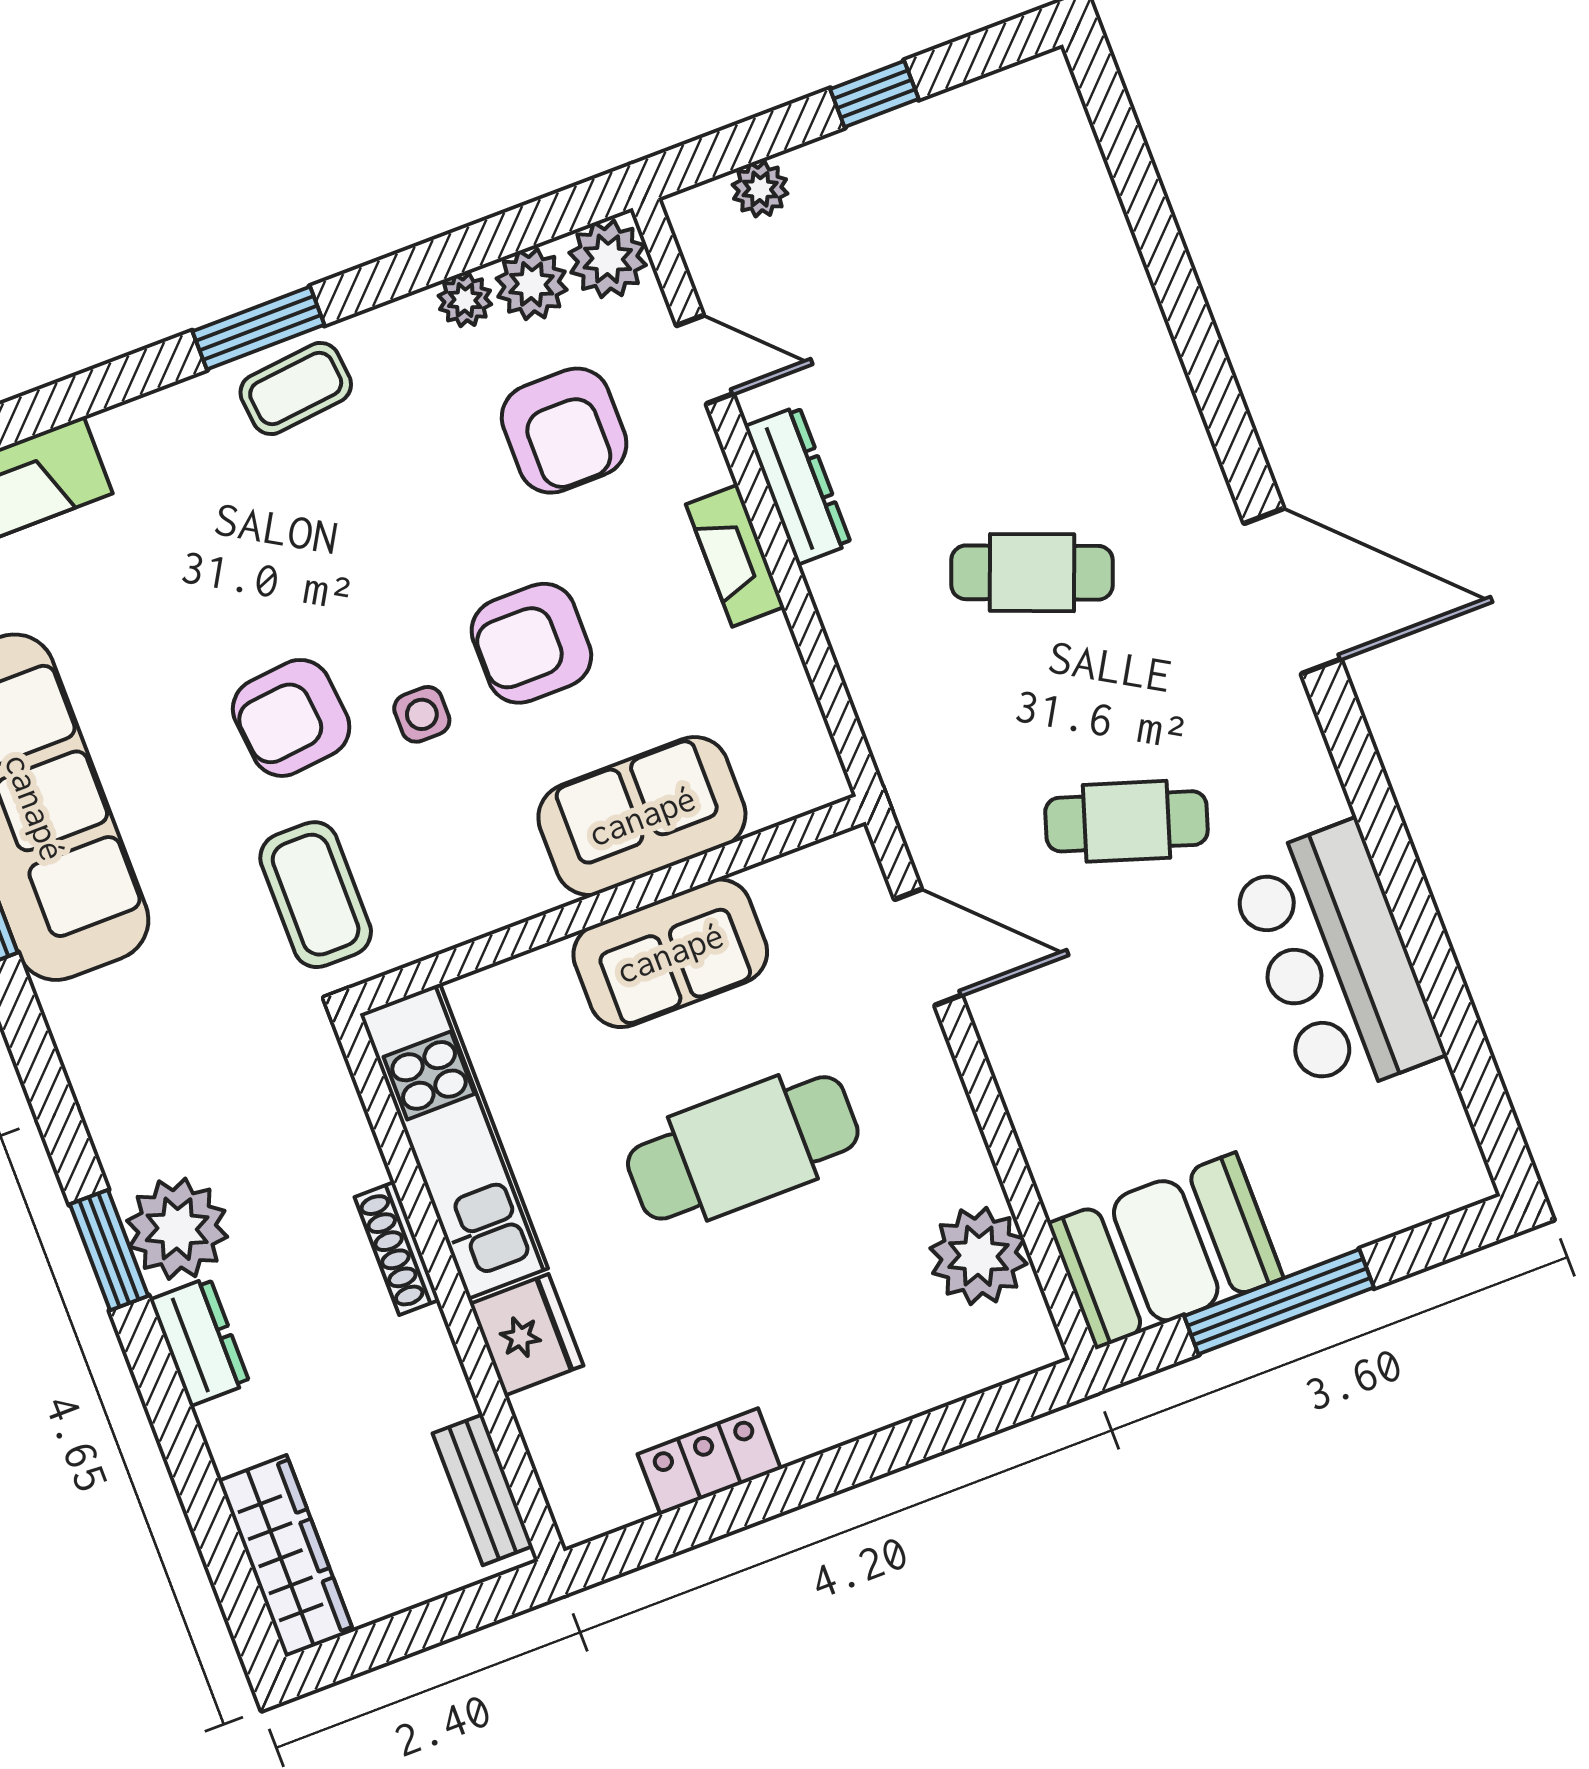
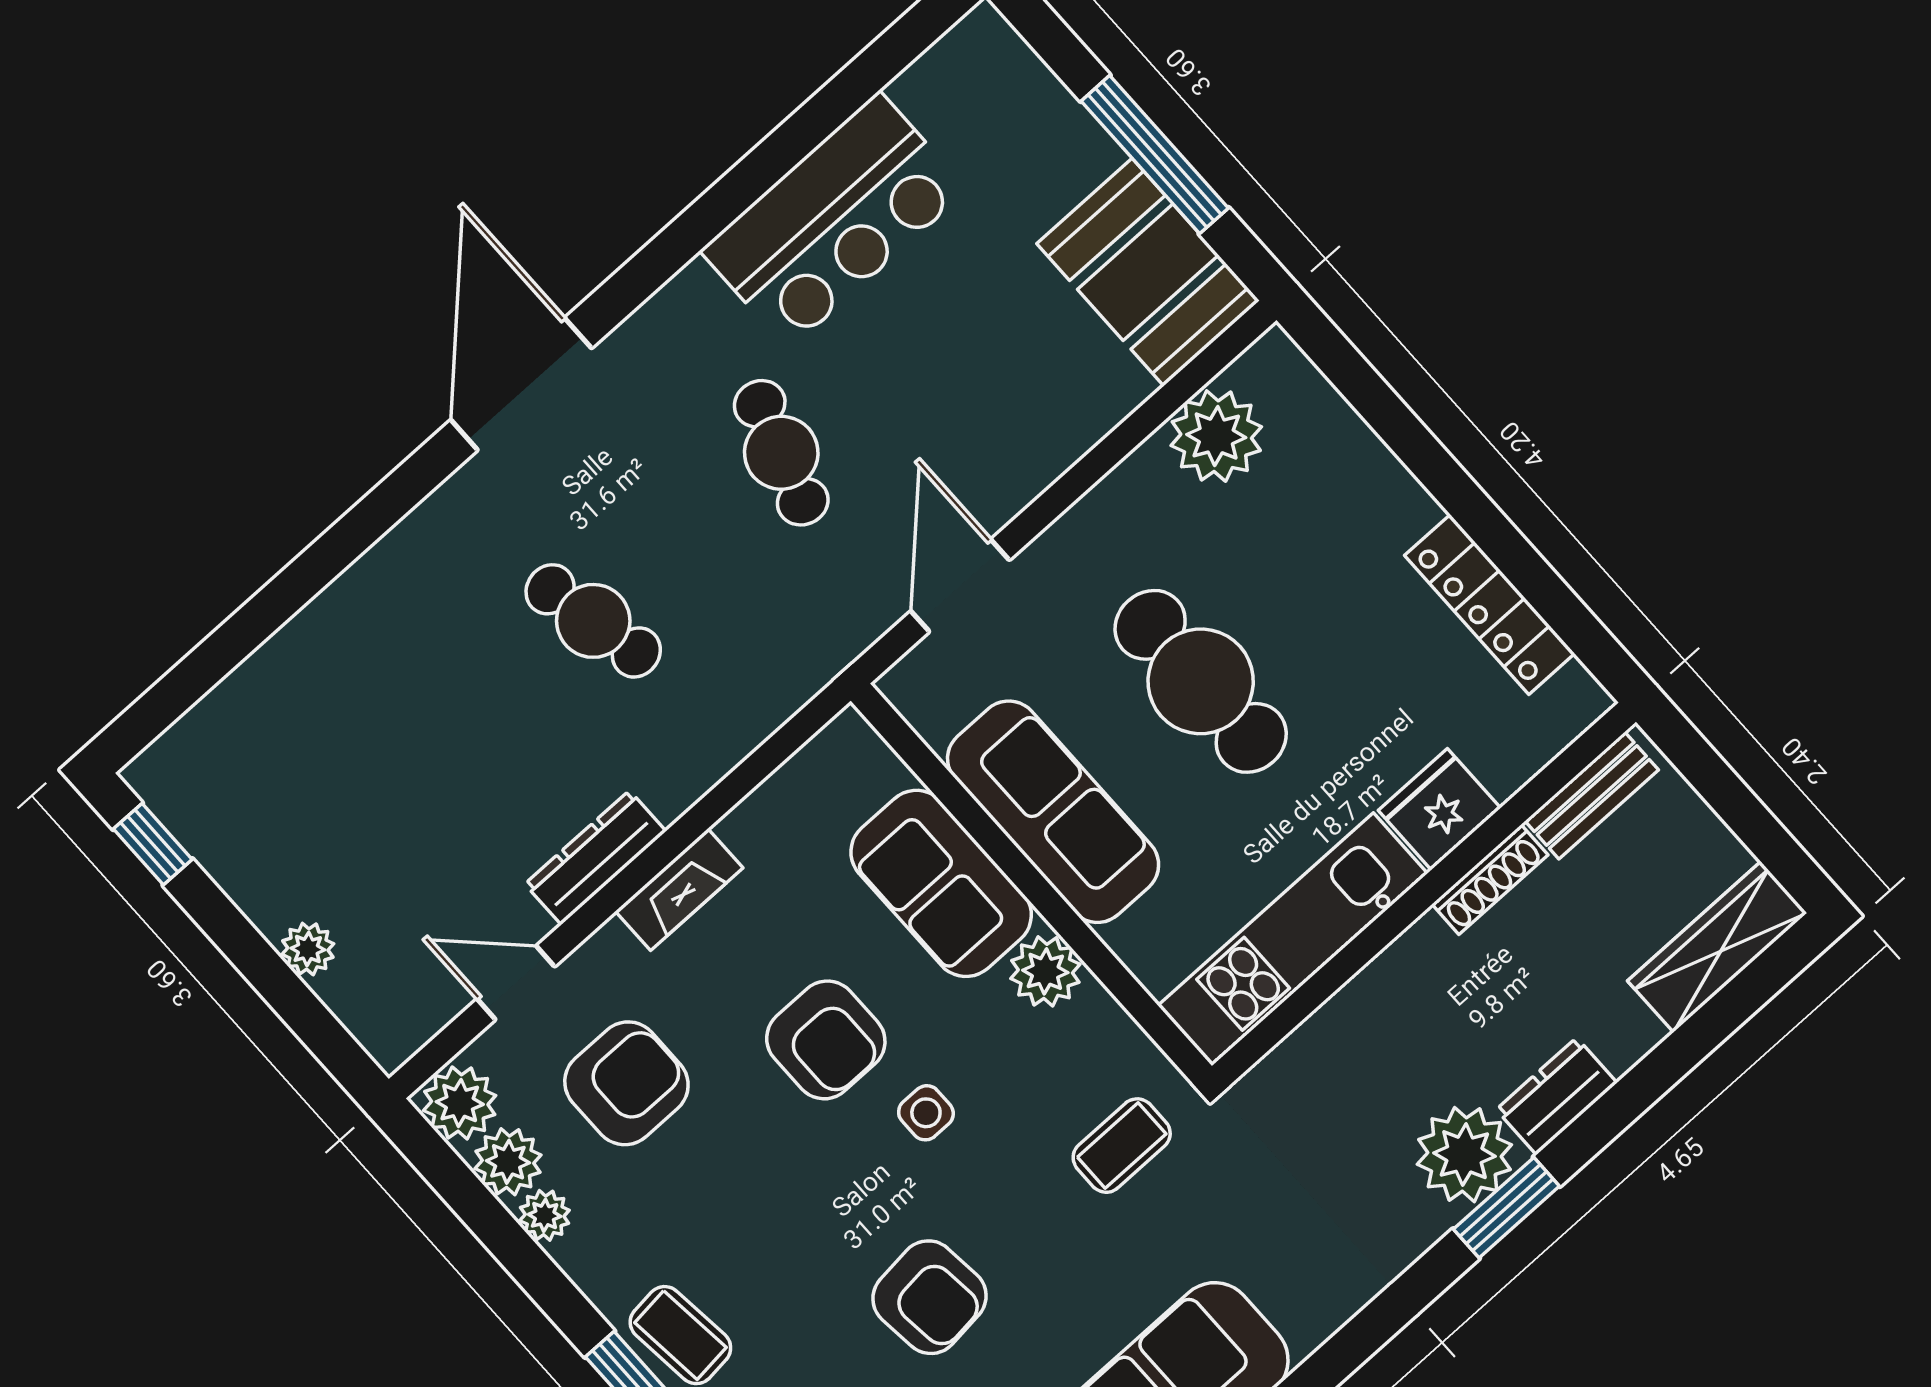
window: (874, 94) -> (153, 844), moved
plant: (760, 189) -> (308, 949), moved
door: (705, 360) -> (516, 983), hinge flipped
cafe table: (1032, 573) -> (593, 621), turned -33
armchair: (291, 718) -> (929, 1297), moved
plant: (516, 885) -> (1045, 971), added
coffee table: (316, 895) -> (1122, 1146), width x0.73, depth x0.77
sofa: (670, 953) -> (1053, 812), width x1.36
shoe rack: (397, 1248) -> (1490, 879), moved
locker: (709, 1462) -> (1490, 604), width x1.53

